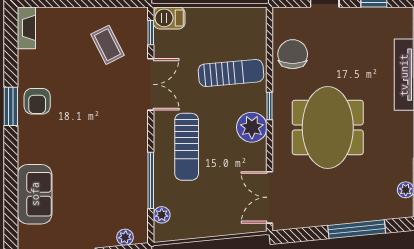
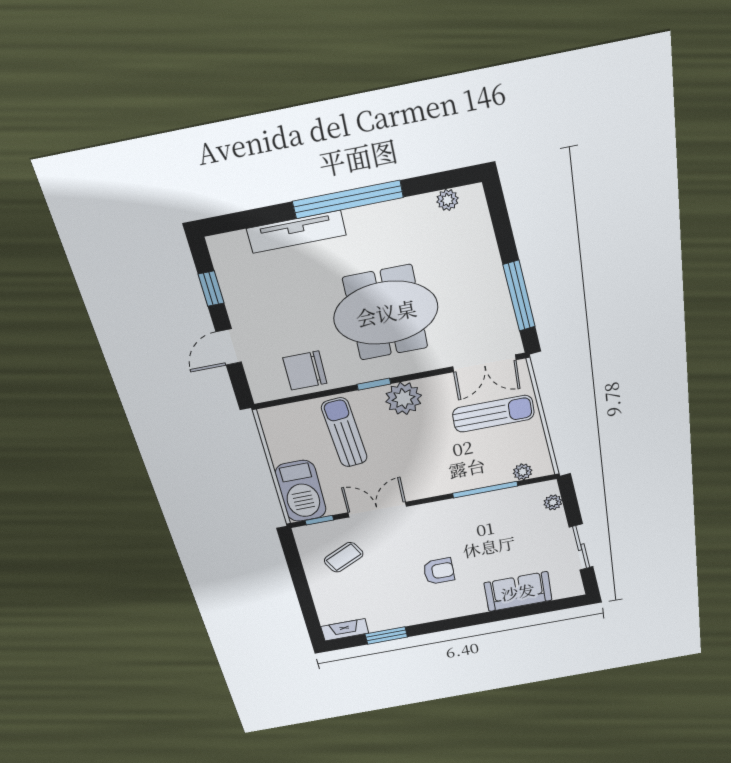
barbecue: (169, 18) -> (301, 491), width x1.88, depth x1.53
armchair: (37, 101) -> (439, 571), moved
window: (11, 106) -> (386, 636), moved
sun lounger: (187, 147) -> (493, 414), moved
window: (357, 229) -> (519, 296), moved

